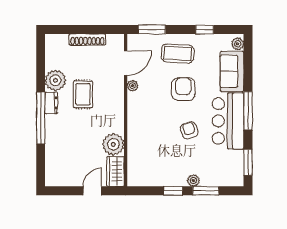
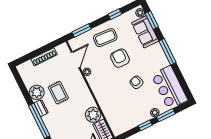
bar counter: (228, 121) -> (170, 88), moved
window: (248, 162) -> (152, 20), moved

